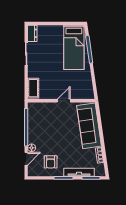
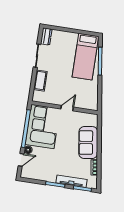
cot: (33, 88) -> (40, 81), moved
corner sofa: (42, 123) -> (43, 127), added
sofa: (89, 126) -> (88, 143), width x0.73
armchair: (51, 162) -> (45, 167), removed

